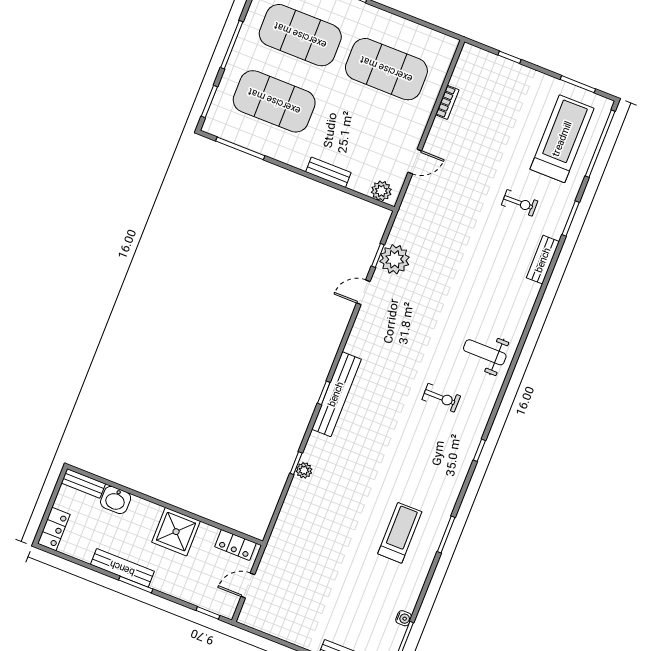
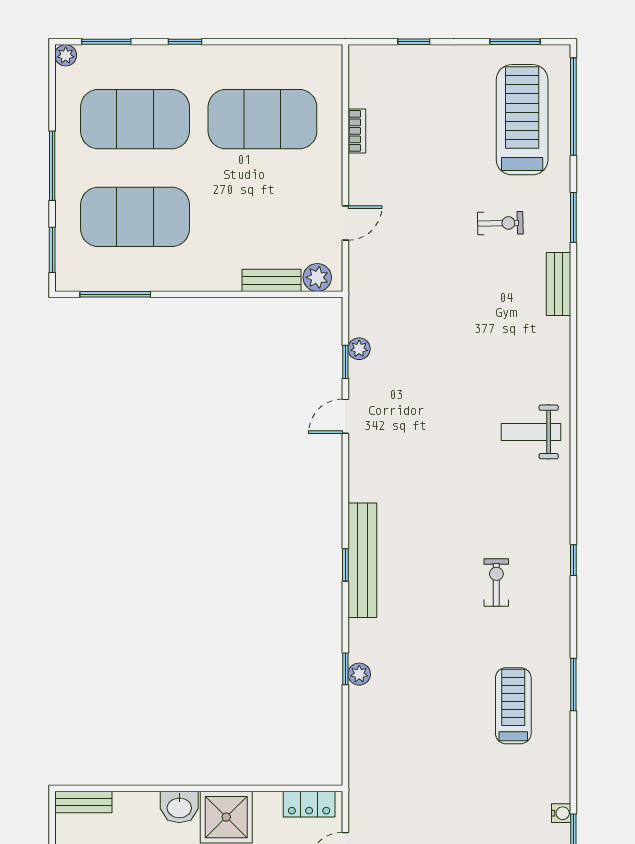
bench: (328, 172) -> (272, 280), moved
plant: (395, 259) -> (359, 349), width x0.53, depth x0.53
exercise bike: (441, 398) -> (496, 582), moved, turned -90
washbasin: (116, 500) -> (179, 807), moved

